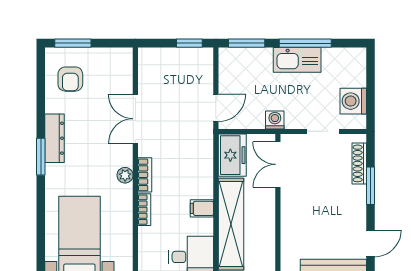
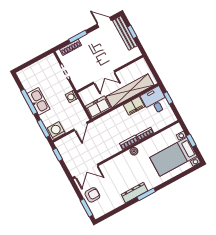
armchair: (70, 79) -> (92, 195), moved
washing machine: (353, 101) -> (56, 131), moved, turned 180
door: (216, 108) -> (81, 126), swing flipped
double door: (135, 119) -> (86, 171), moved
double door: (278, 164) -> (104, 77), moved
filing cabinet: (202, 208) -> (134, 106), width x2.00

